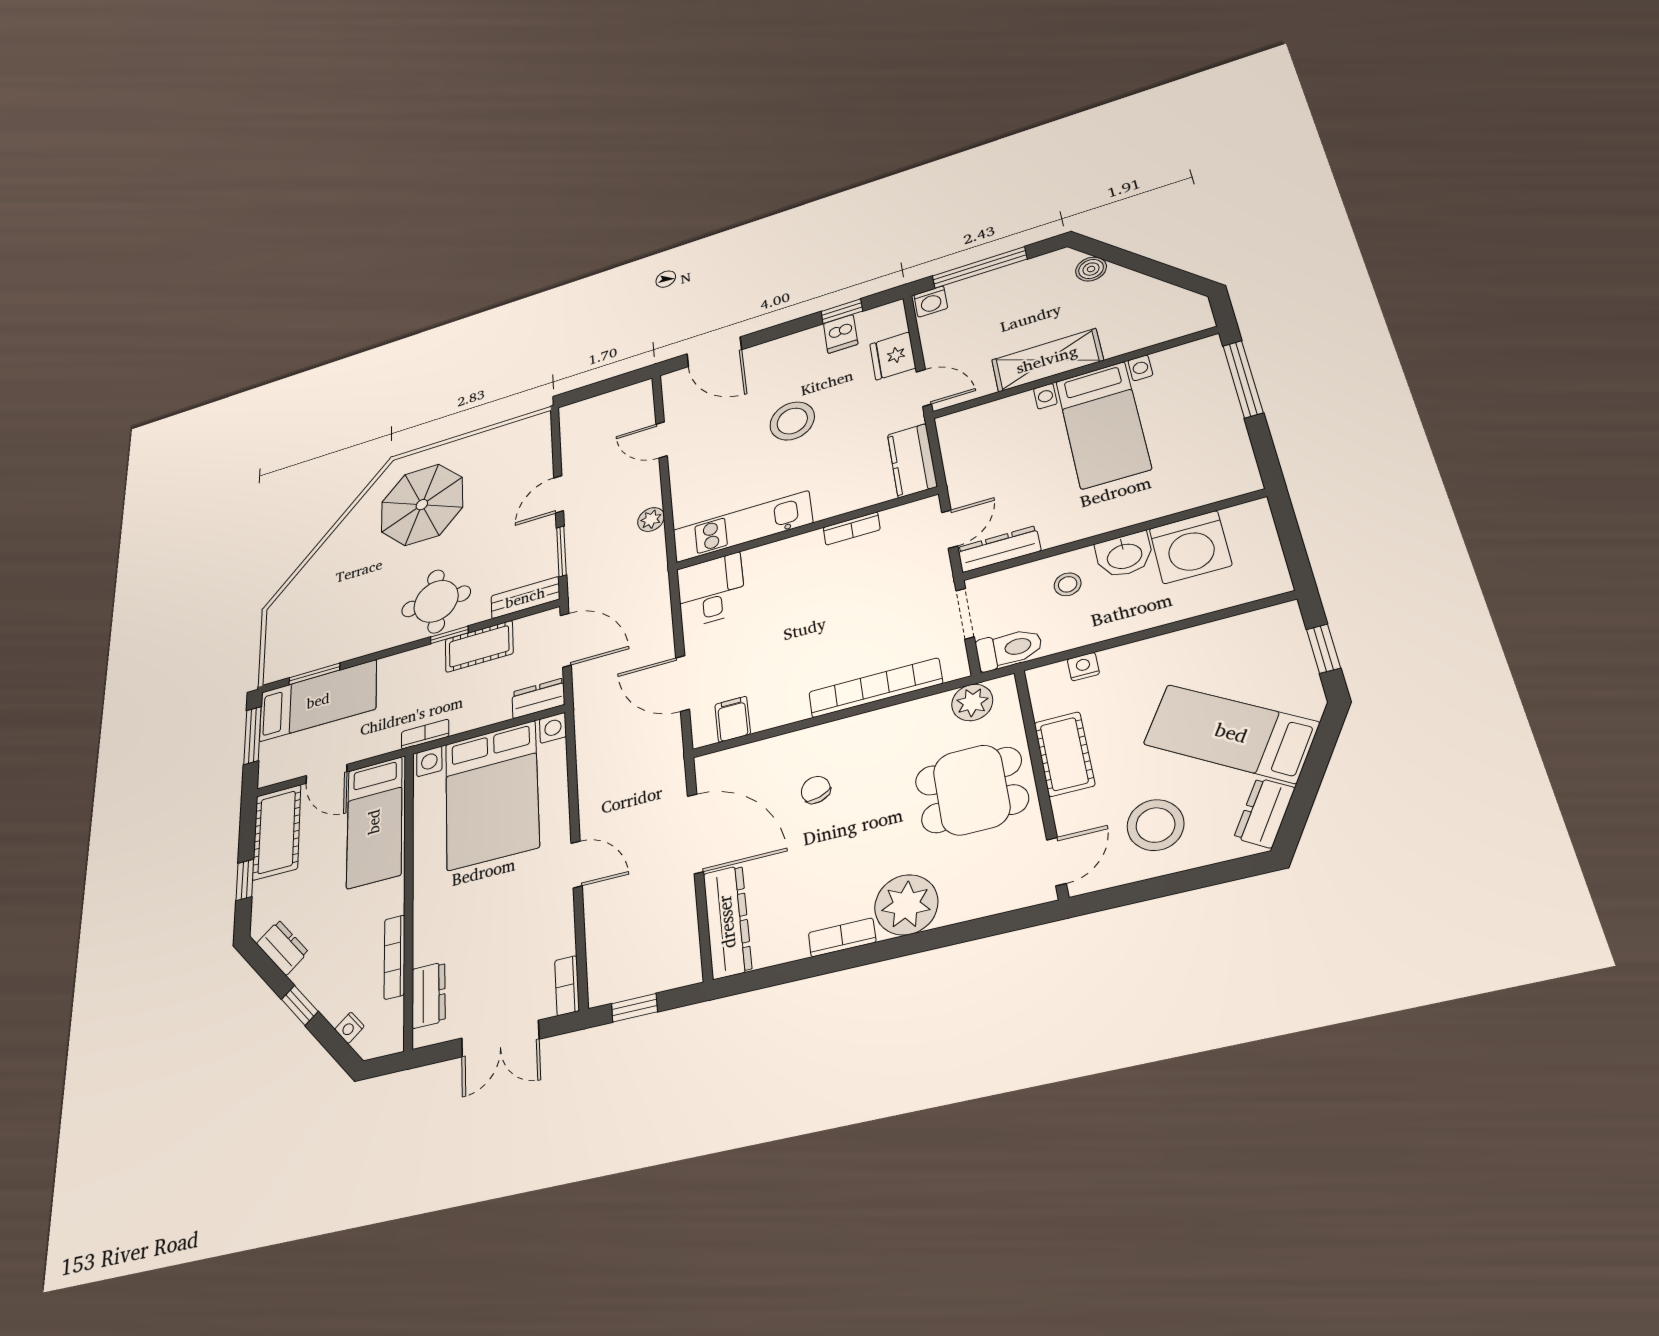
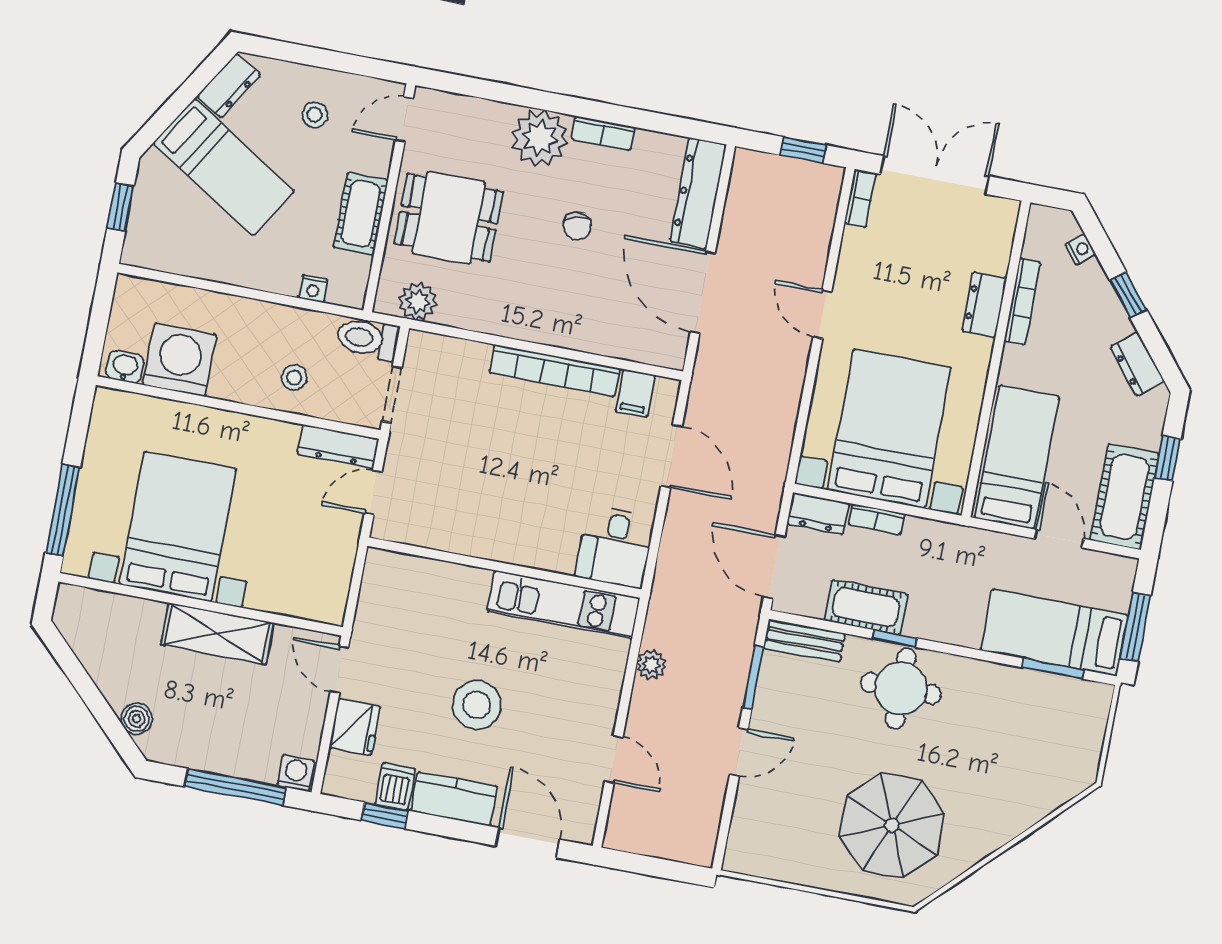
bed with nightstands: (1103, 425) -> (178, 527), width x1.36
kitchen counter: (912, 461) -> (454, 799), moved, turned -90
bookcase: (852, 528) -> (461, 543), removed
washbasin: (1124, 555) -> (125, 367), moved, width x0.72, depth x0.69
bookcase: (875, 688) -> (555, 371), moved
bookcase: (425, 734) -> (876, 519), moved
chair: (816, 790) -> (577, 226), moved
stool: (1155, 825) -> (315, 115), width x0.53, depth x0.53
dresser: (429, 995) -> (984, 305), moved
double door: (500, 1039) -> (935, 175), width x1.37

